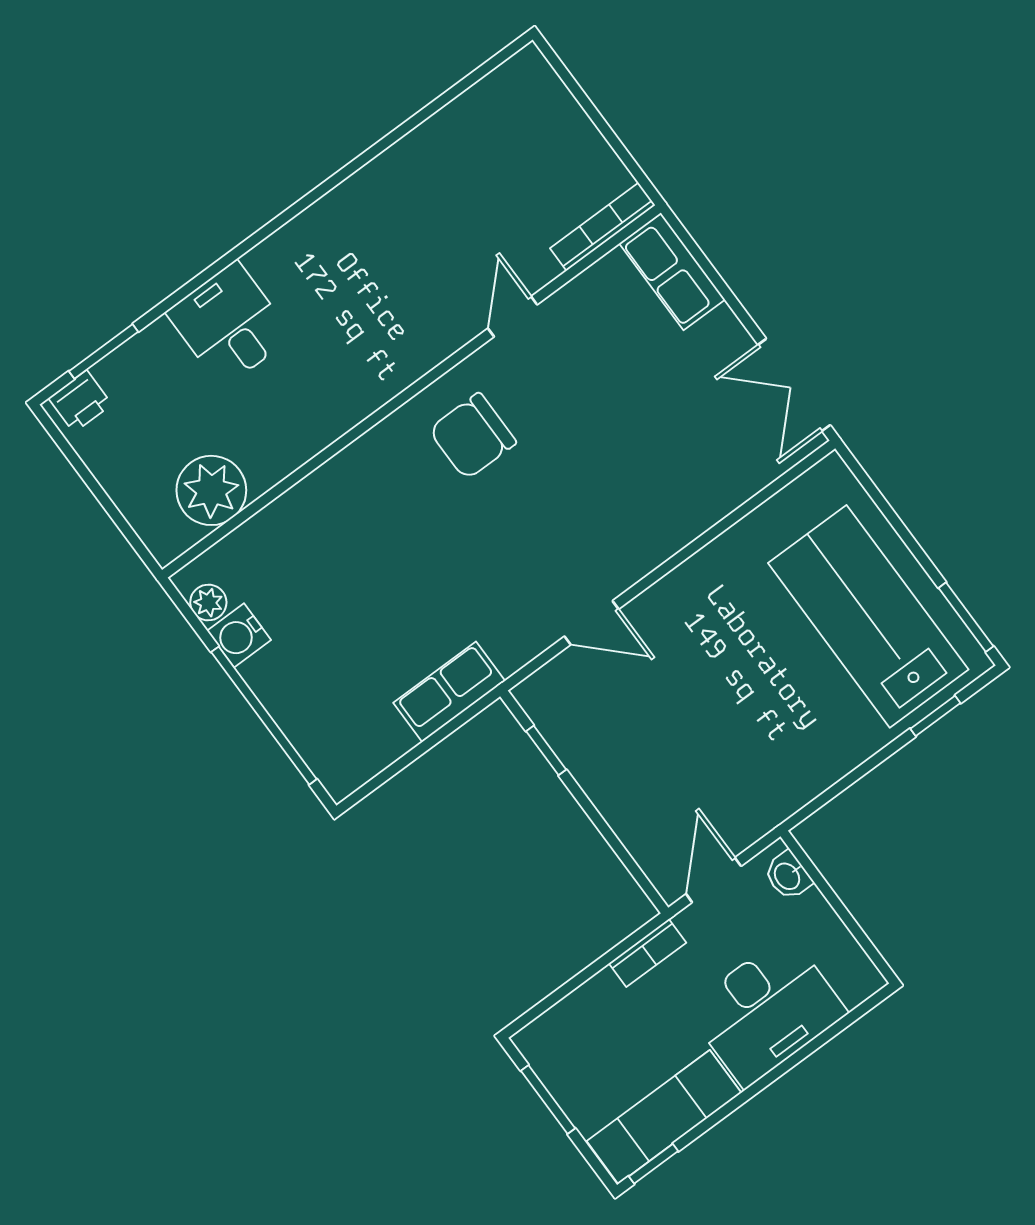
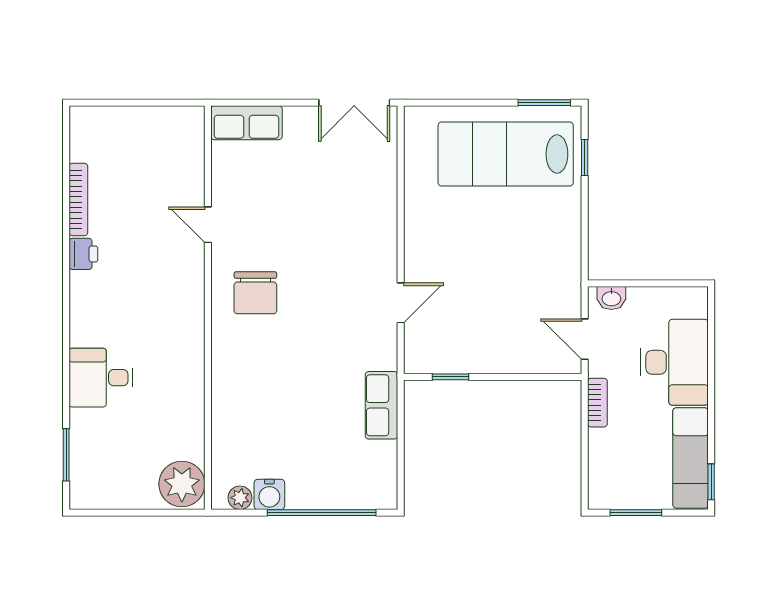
bookcase: (603, 227) -> (78, 199), moved, turned 180
printer: (80, 401) -> (83, 254), moved
plant: (211, 490) -> (182, 484), moved

